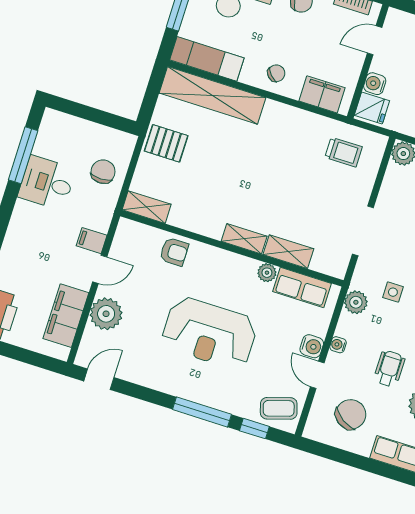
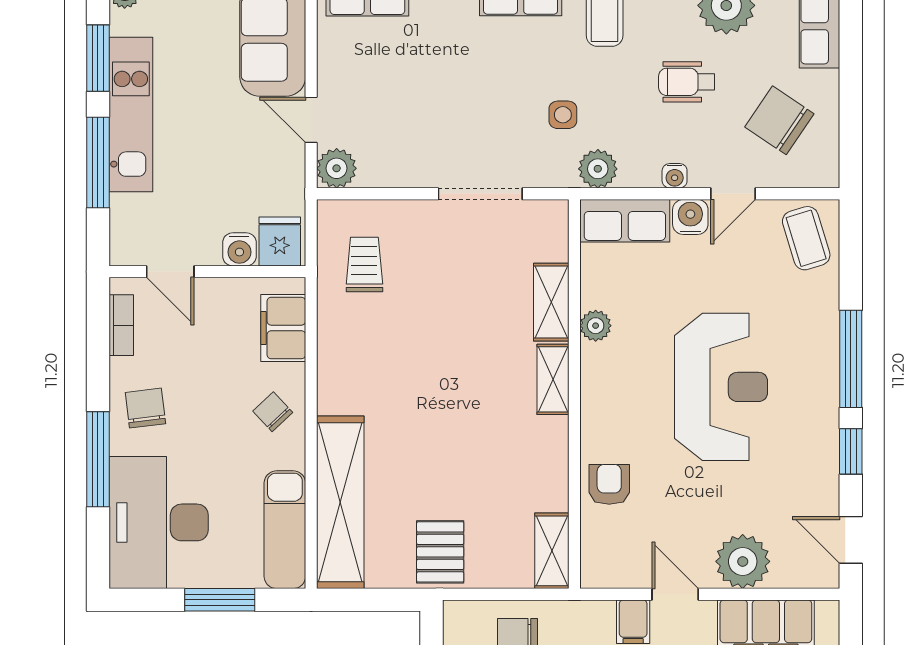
row of seats: (302, 287) -> (625, 221), moved, turned 90
window: (254, 429) -> (851, 451), moved

